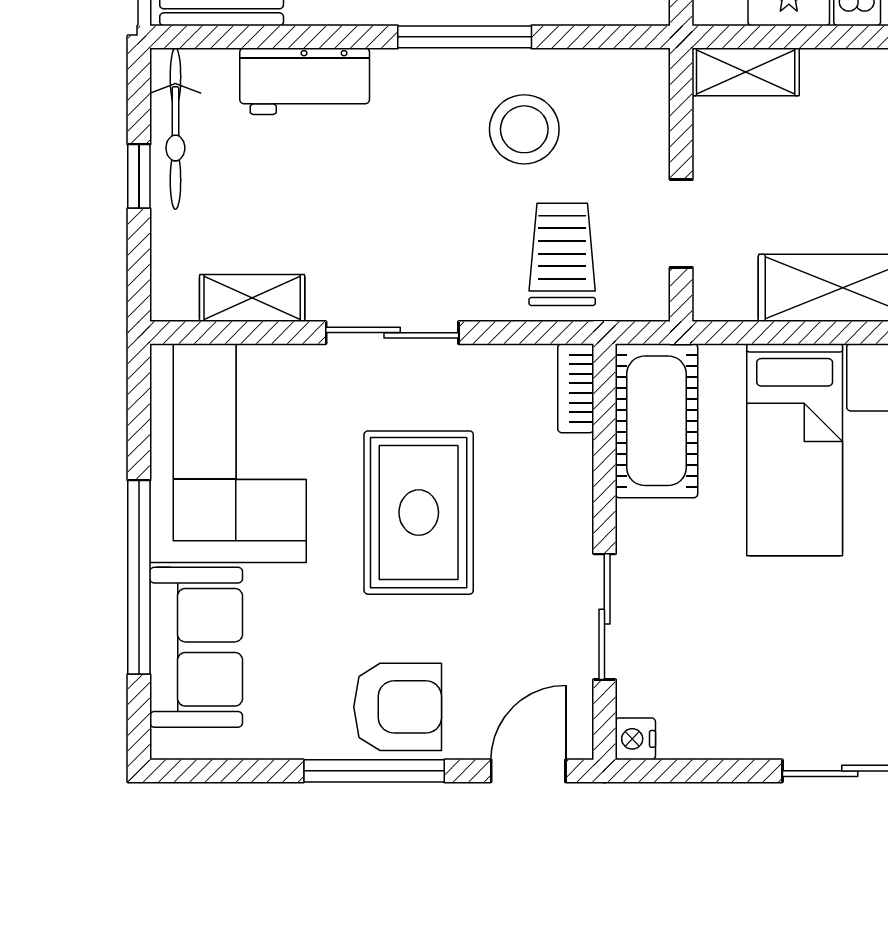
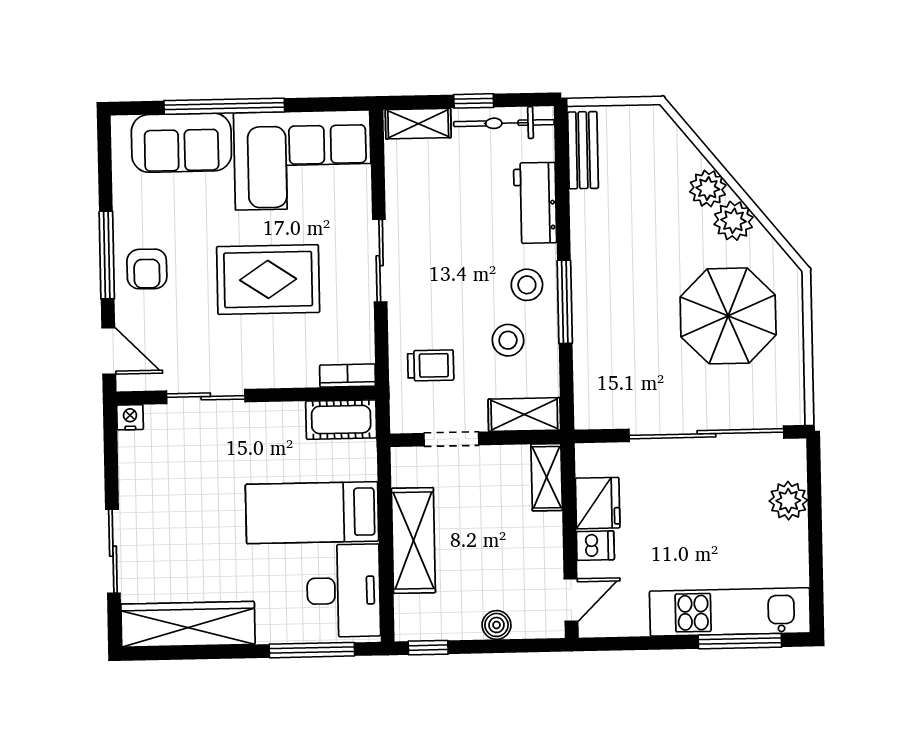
stool: (436, 97) -> (527, 285), added
shelving: (644, 106) -> (524, 415), added
stool: (524, 129) -> (508, 340), width x0.73, depth x0.73
trolley: (562, 254) -> (431, 365), width x0.73, depth x0.72
shelving: (252, 298) -> (418, 124), moved, turned 90
cot: (657, 421) -> (341, 420), width x0.73, depth x0.75
armchair: (398, 707) -> (147, 269), width x0.72, depth x0.72

